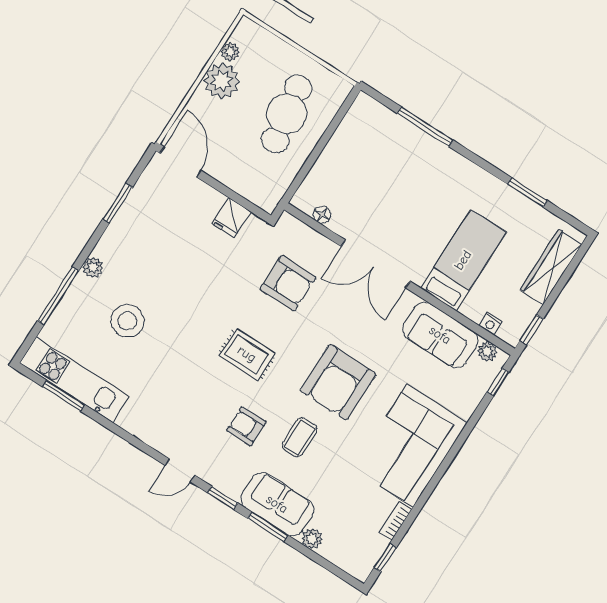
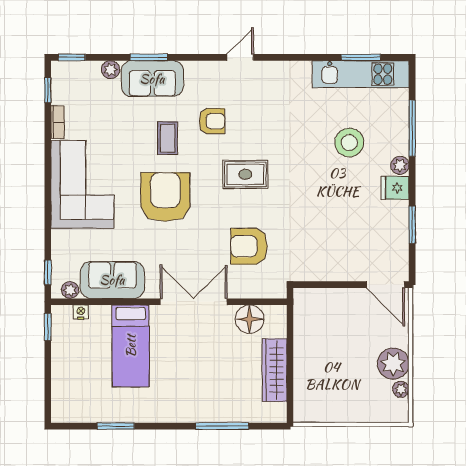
cafe table: (287, 114) -> (330, 370), removed
floor lamp: (322, 215) -> (249, 319), width x1.89, depth x1.89
fridge: (232, 218) -> (395, 188), moved, turned -90
wardrobe: (551, 267) -> (275, 370), moved, turned 180
window: (223, 498) -> (72, 57), moved

